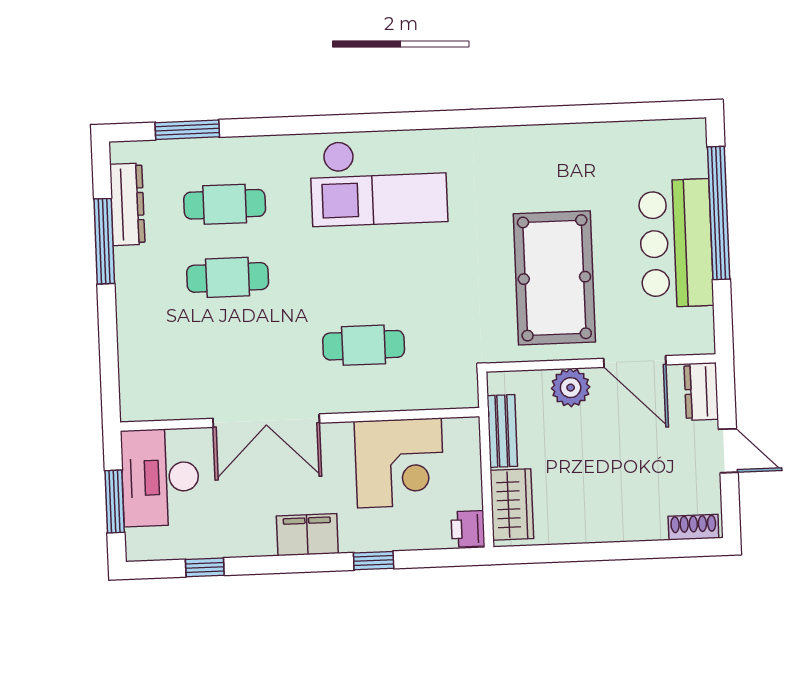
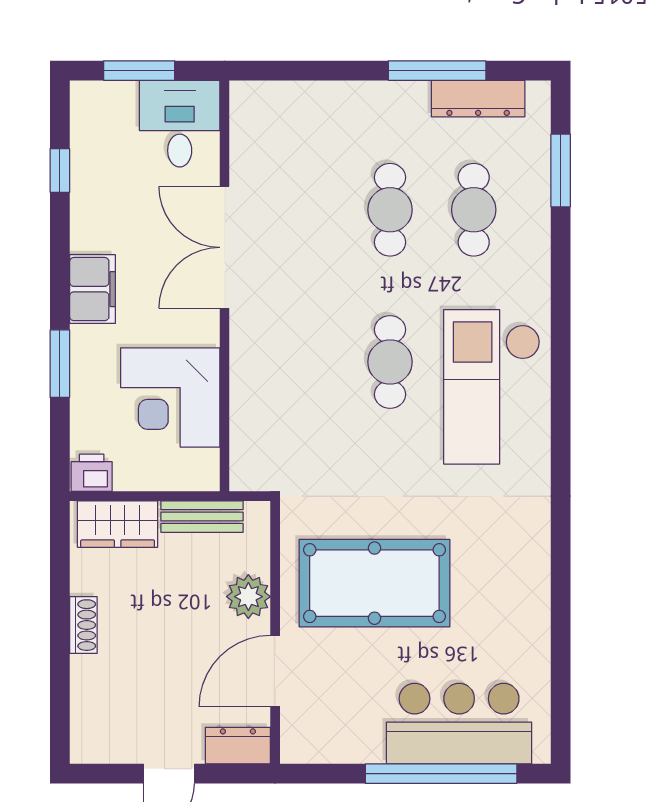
bar counter: (676, 243) -> (459, 724), moved
cafe table: (364, 345) -> (390, 362), moved
desk: (160, 477) -> (180, 124), width x0.73
shoe rack: (693, 527) -> (83, 625), moved
window: (374, 561) -> (60, 364), width x1.50

